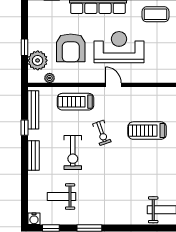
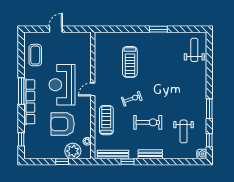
armchair: (71, 48) -> (63, 124), turned 180
treadmill: (76, 102) -> (106, 120), turned 180

